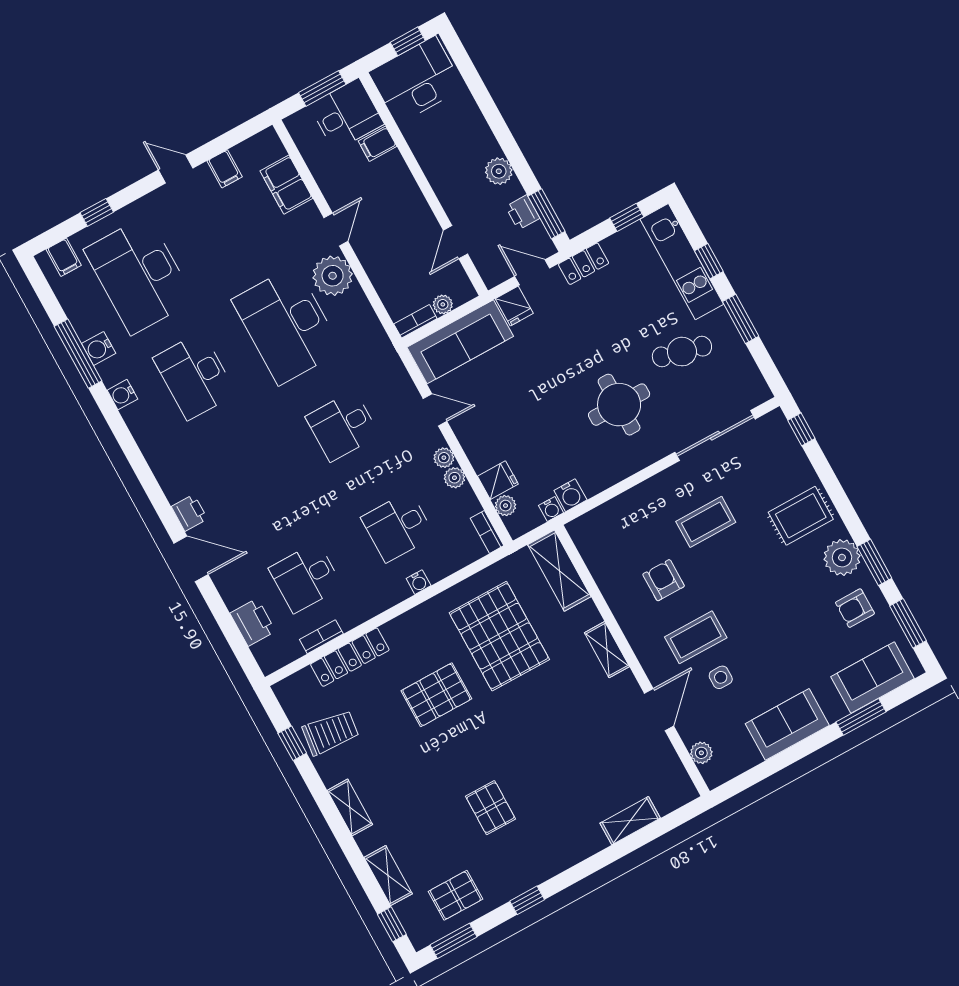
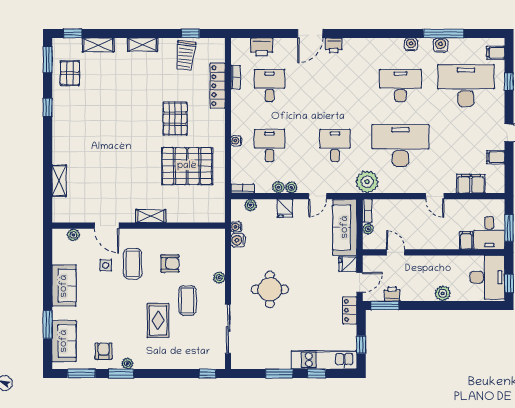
plant: (499, 171) -> (443, 293), moved
plant: (333, 276) -> (367, 182), moved
cafe table: (682, 352) -> (279, 335), removed
fridge: (498, 480) -> (285, 208), moved
plant: (644, 492) -> (219, 278), added
rug: (801, 516) -> (158, 320), moved
plant: (842, 557) -> (127, 364), width x0.53, depth x0.53
shelving: (559, 571) -> (203, 214), removed
pallet: (490, 808) -> (104, 115), removed

